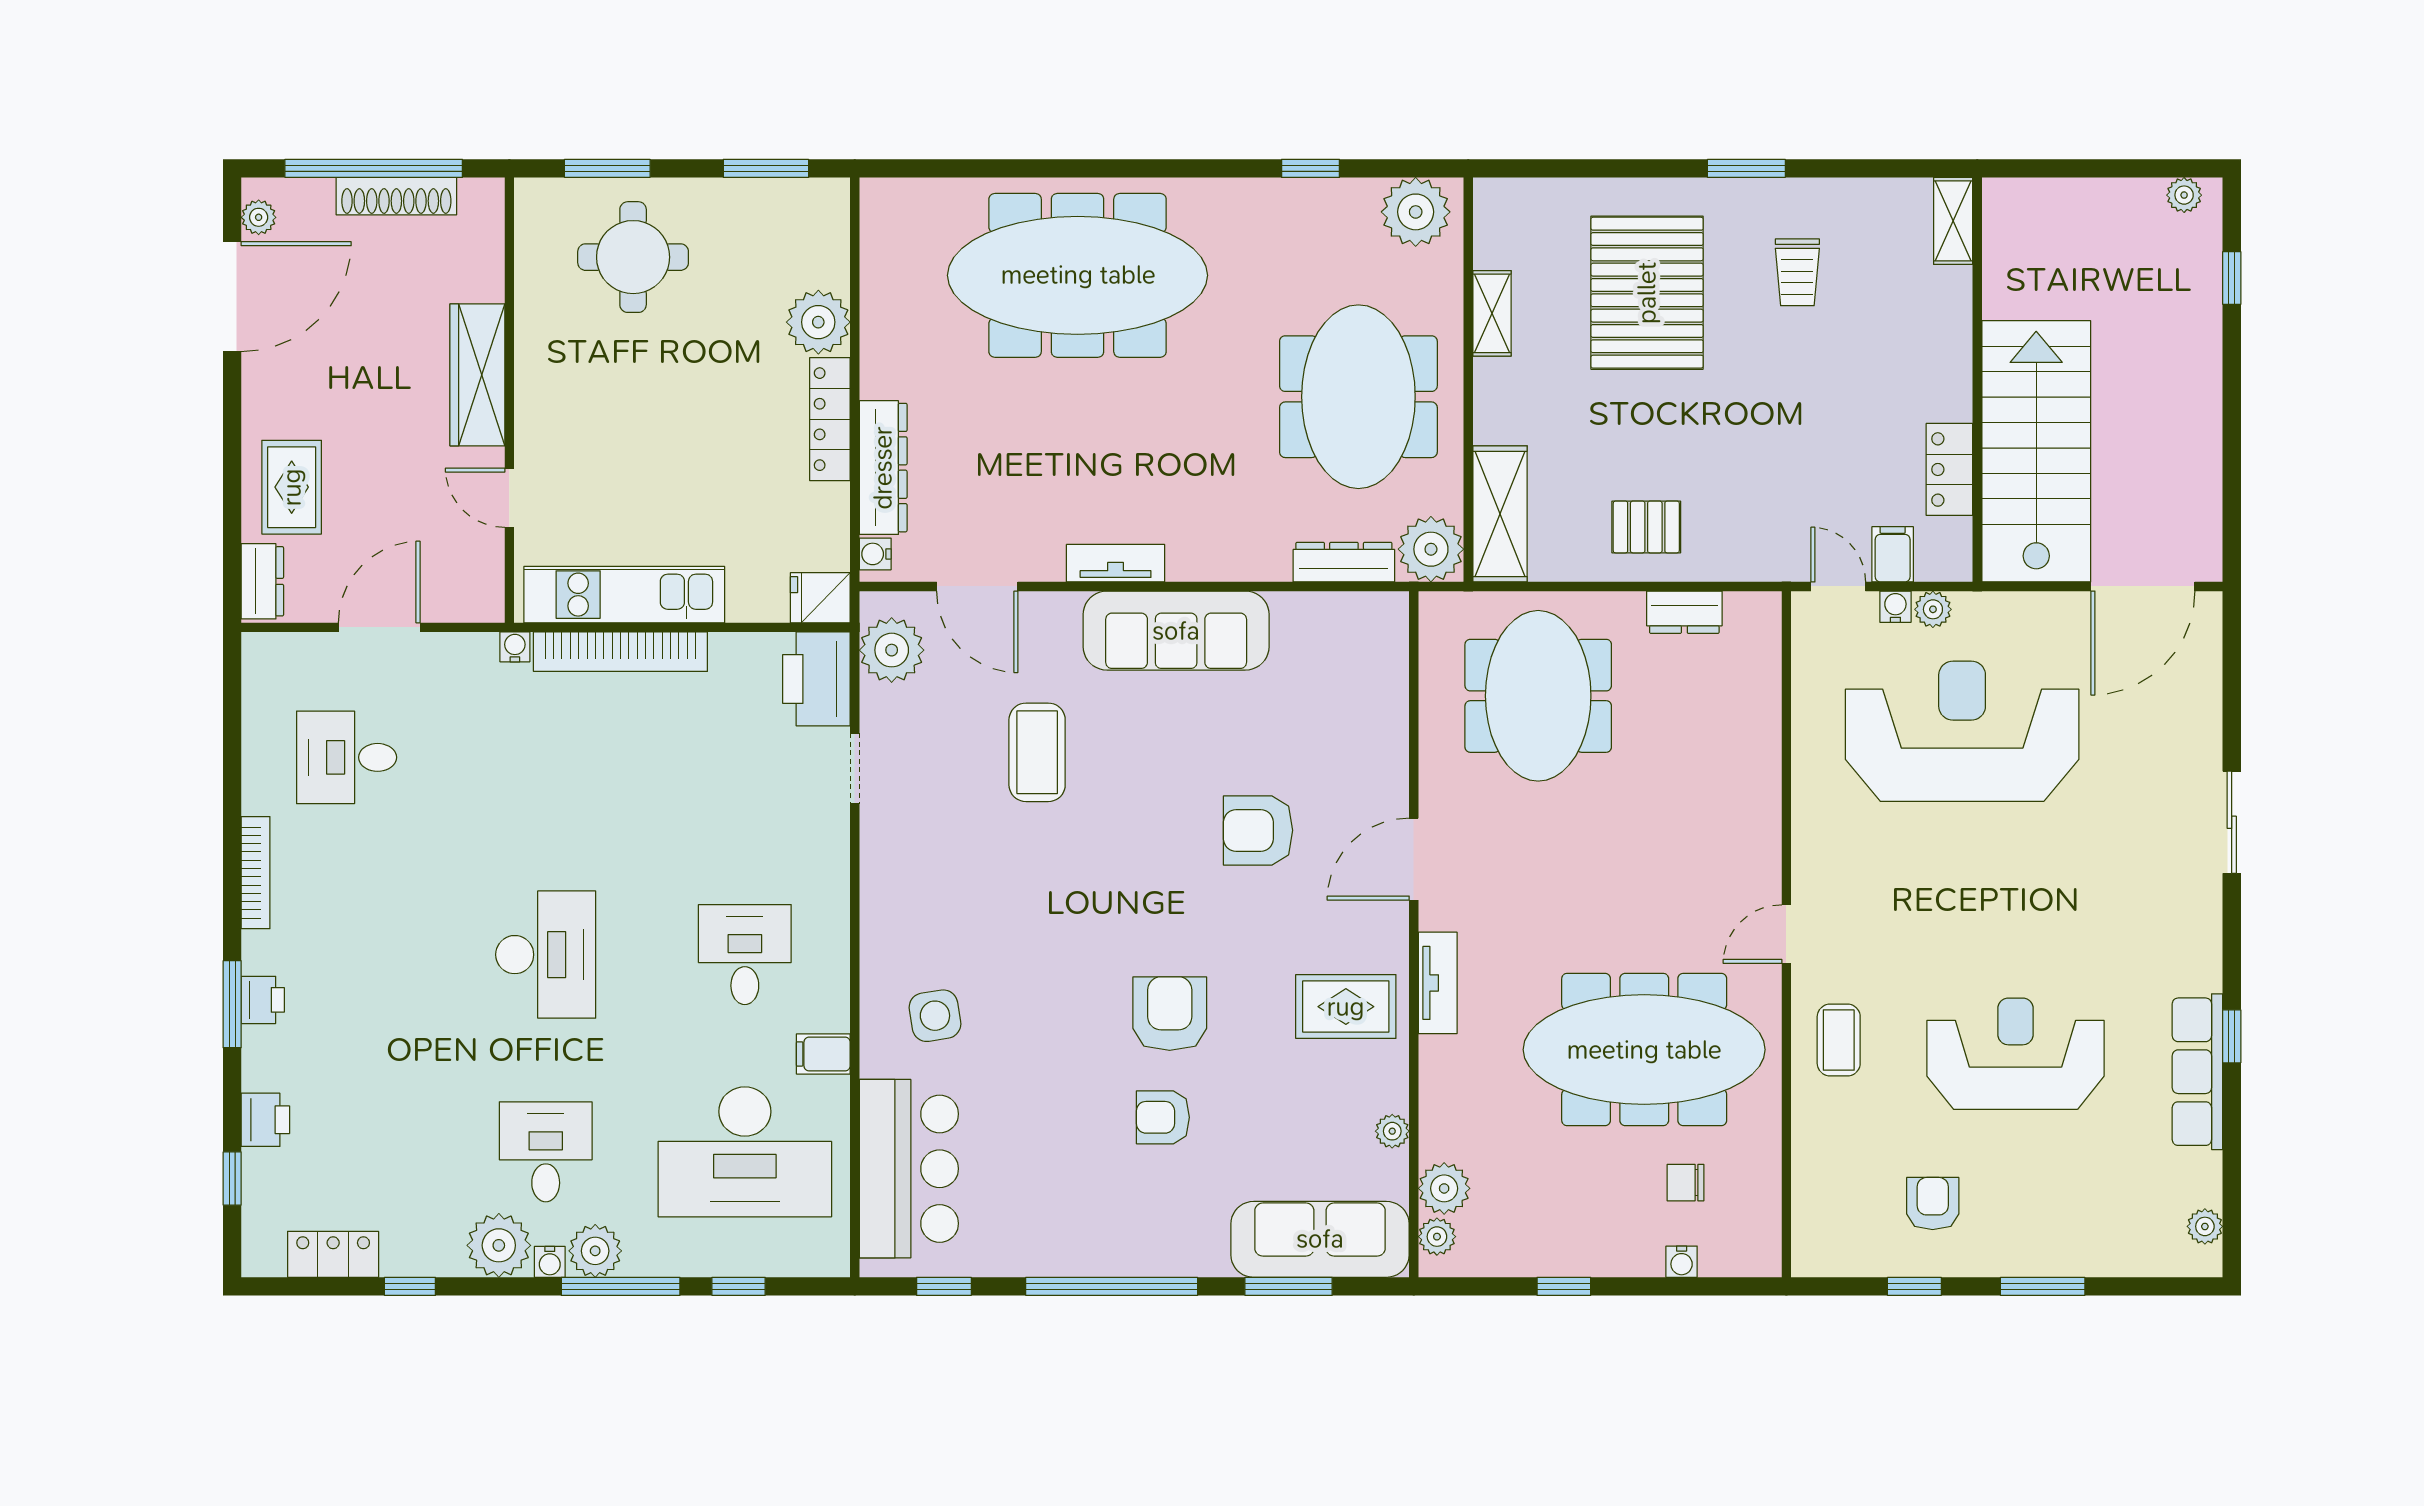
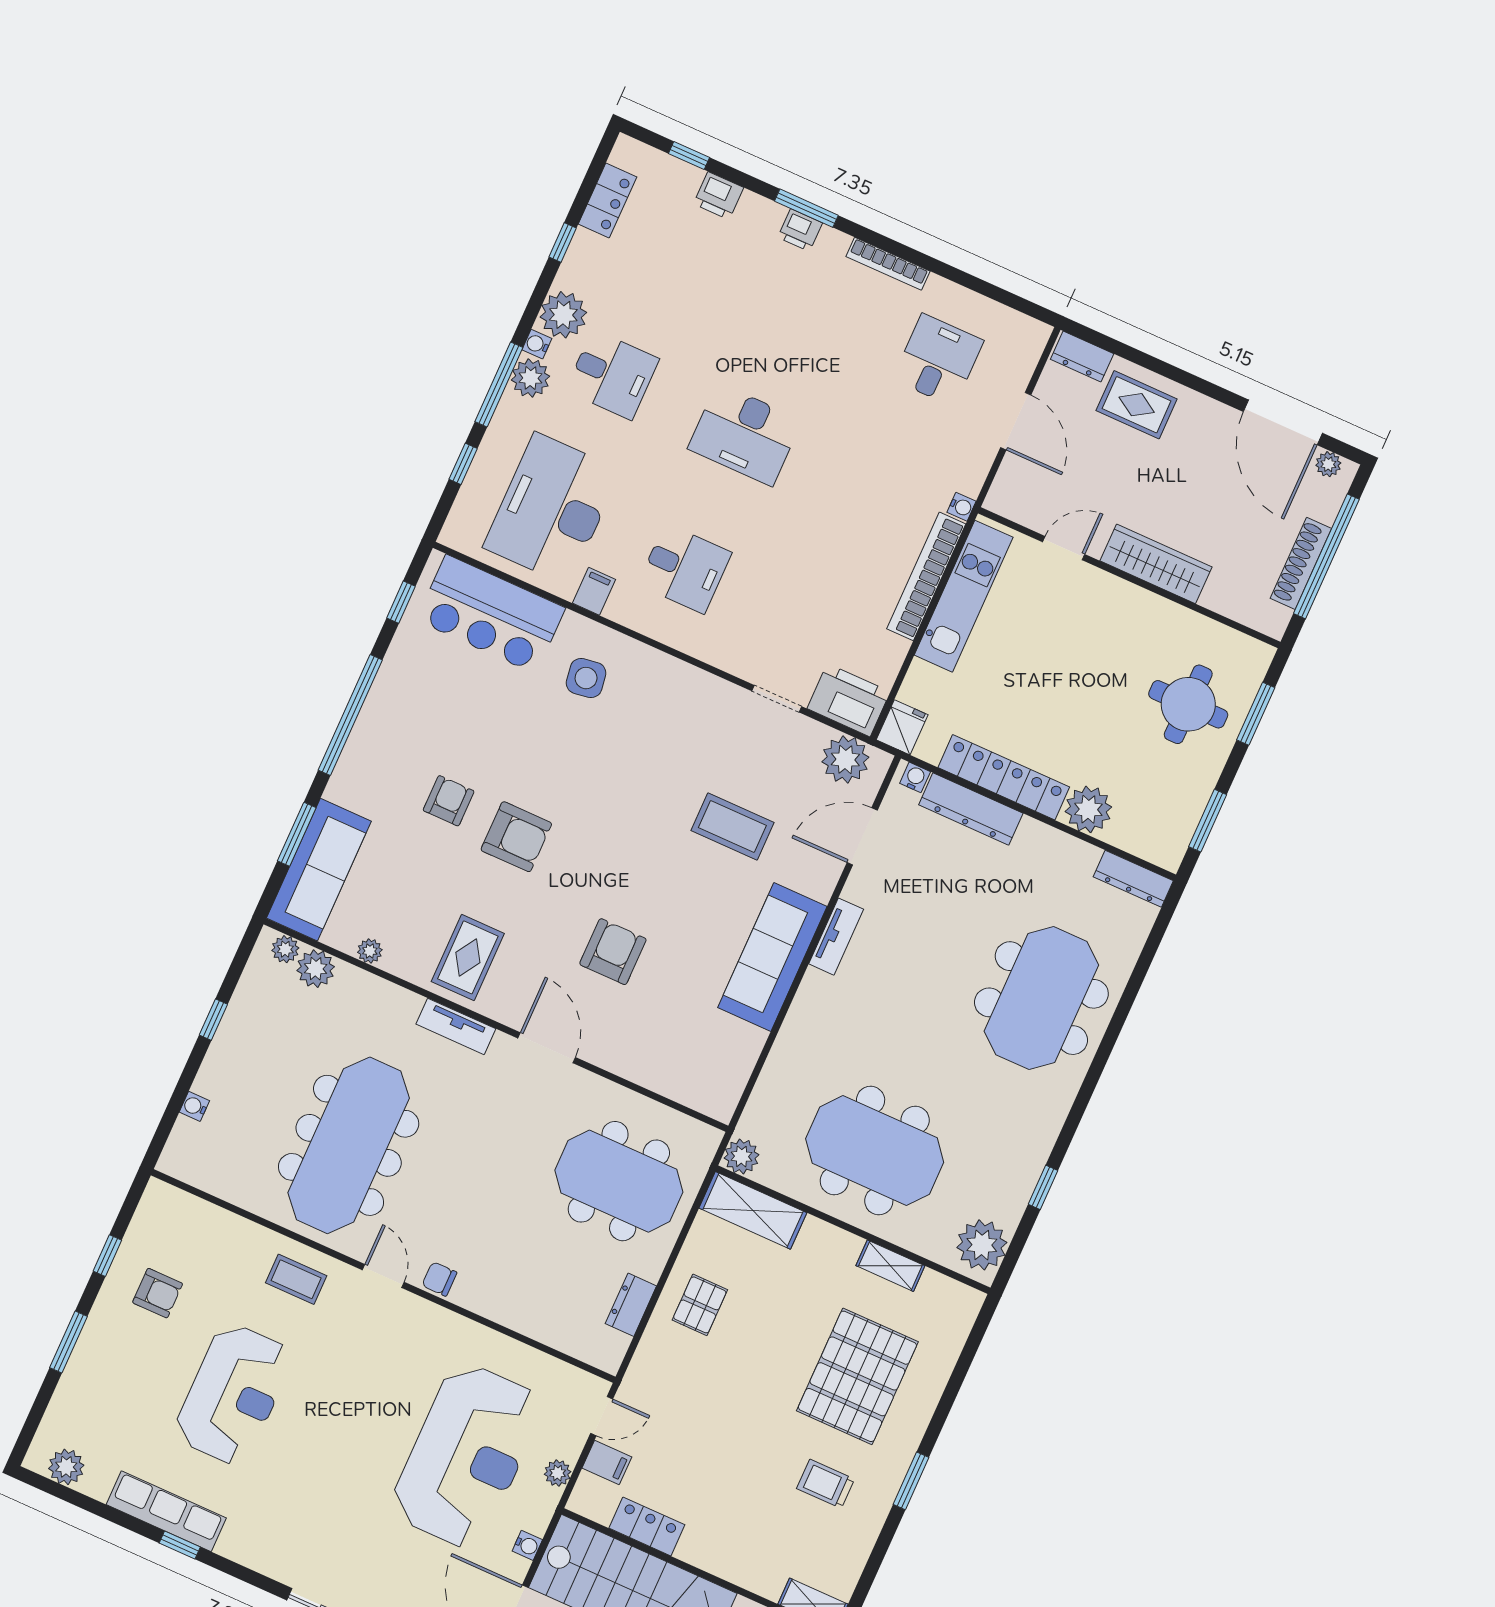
meeting table: (1078, 275) -> (1041, 998), width x0.73
pallet: (1647, 293) -> (857, 1376), turned 90
locker: (830, 419) -> (1004, 777), width x1.41, depth x1.21
plant: (1431, 549) -> (742, 1156), width x0.73, depth x0.73
dresser: (1344, 562) -> (1133, 879), moved, turned 90
water cooler: (1895, 607) -> (527, 1545), moved
chair: (1686, 1183) -> (439, 1279), moved, turned -90
plant: (2205, 1226) -> (66, 1467), width x1.38, depth x1.38

